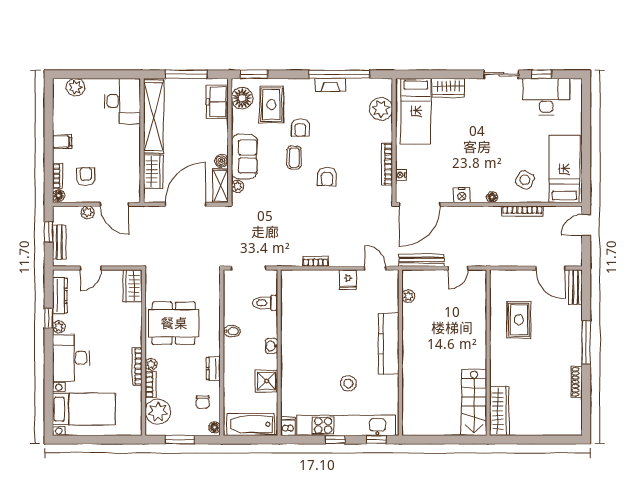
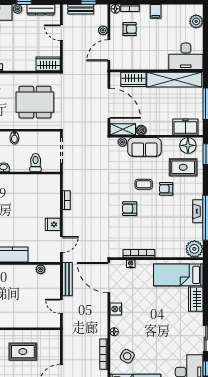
plant: (381, 109) -> (194, 249), moved
dining table: (174, 323) -> (35, 102), moved, turned 90

